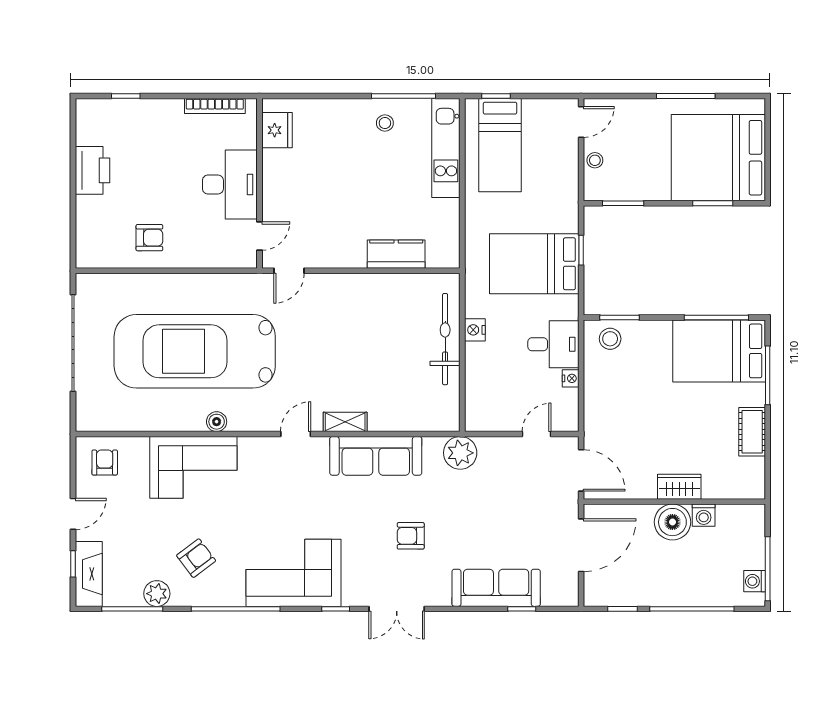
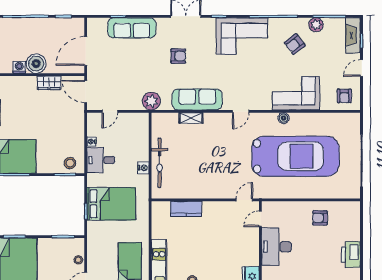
shelving: (345, 422) -> (191, 118), moved
wardrobe: (679, 487) -> (49, 83), moved

